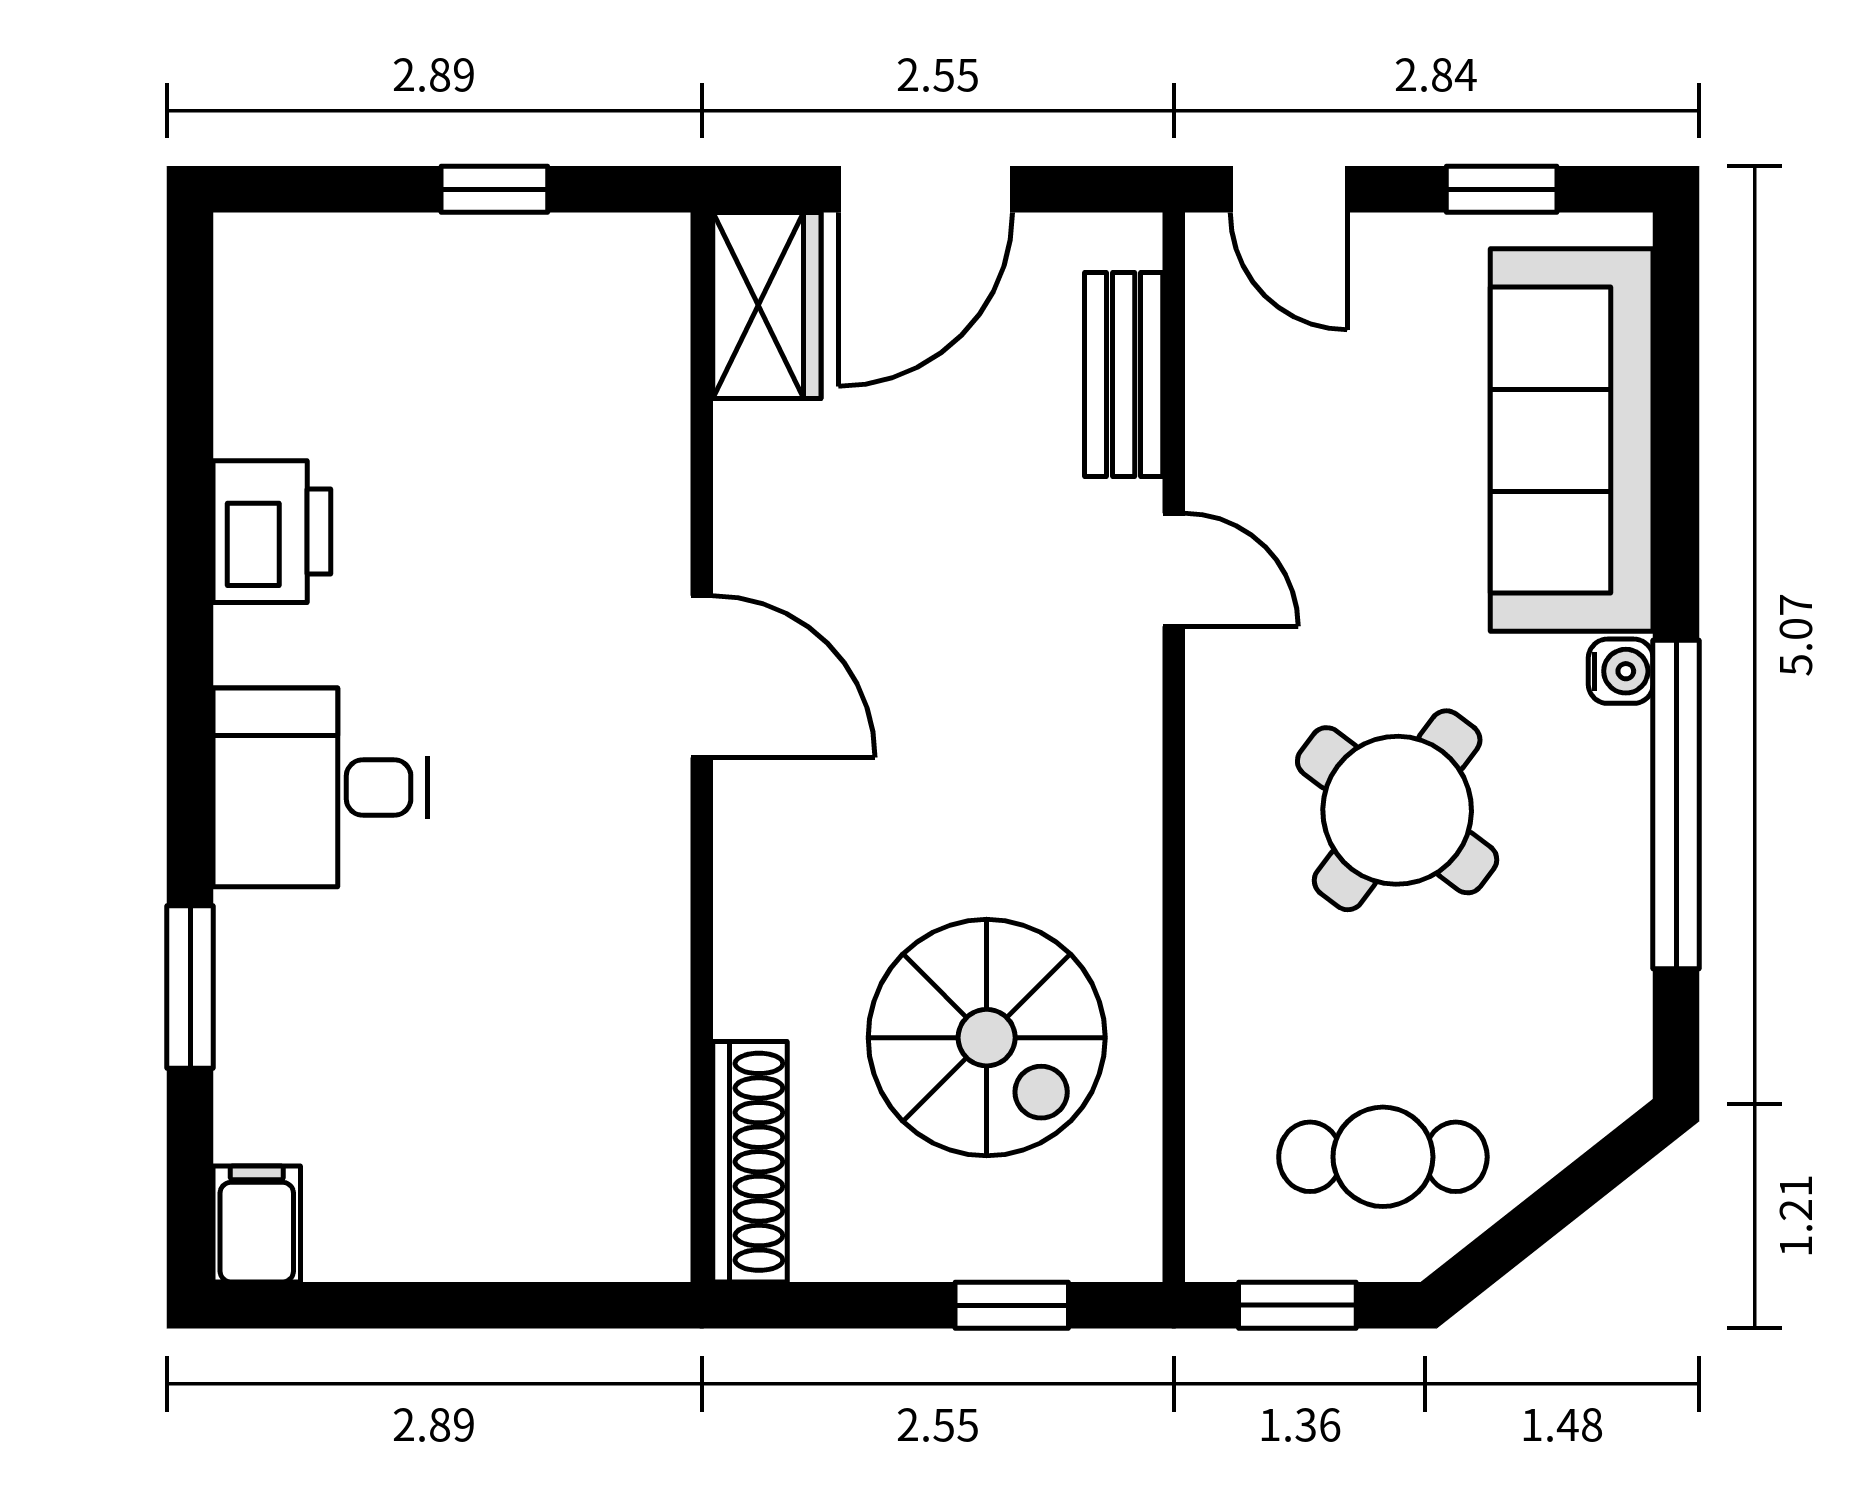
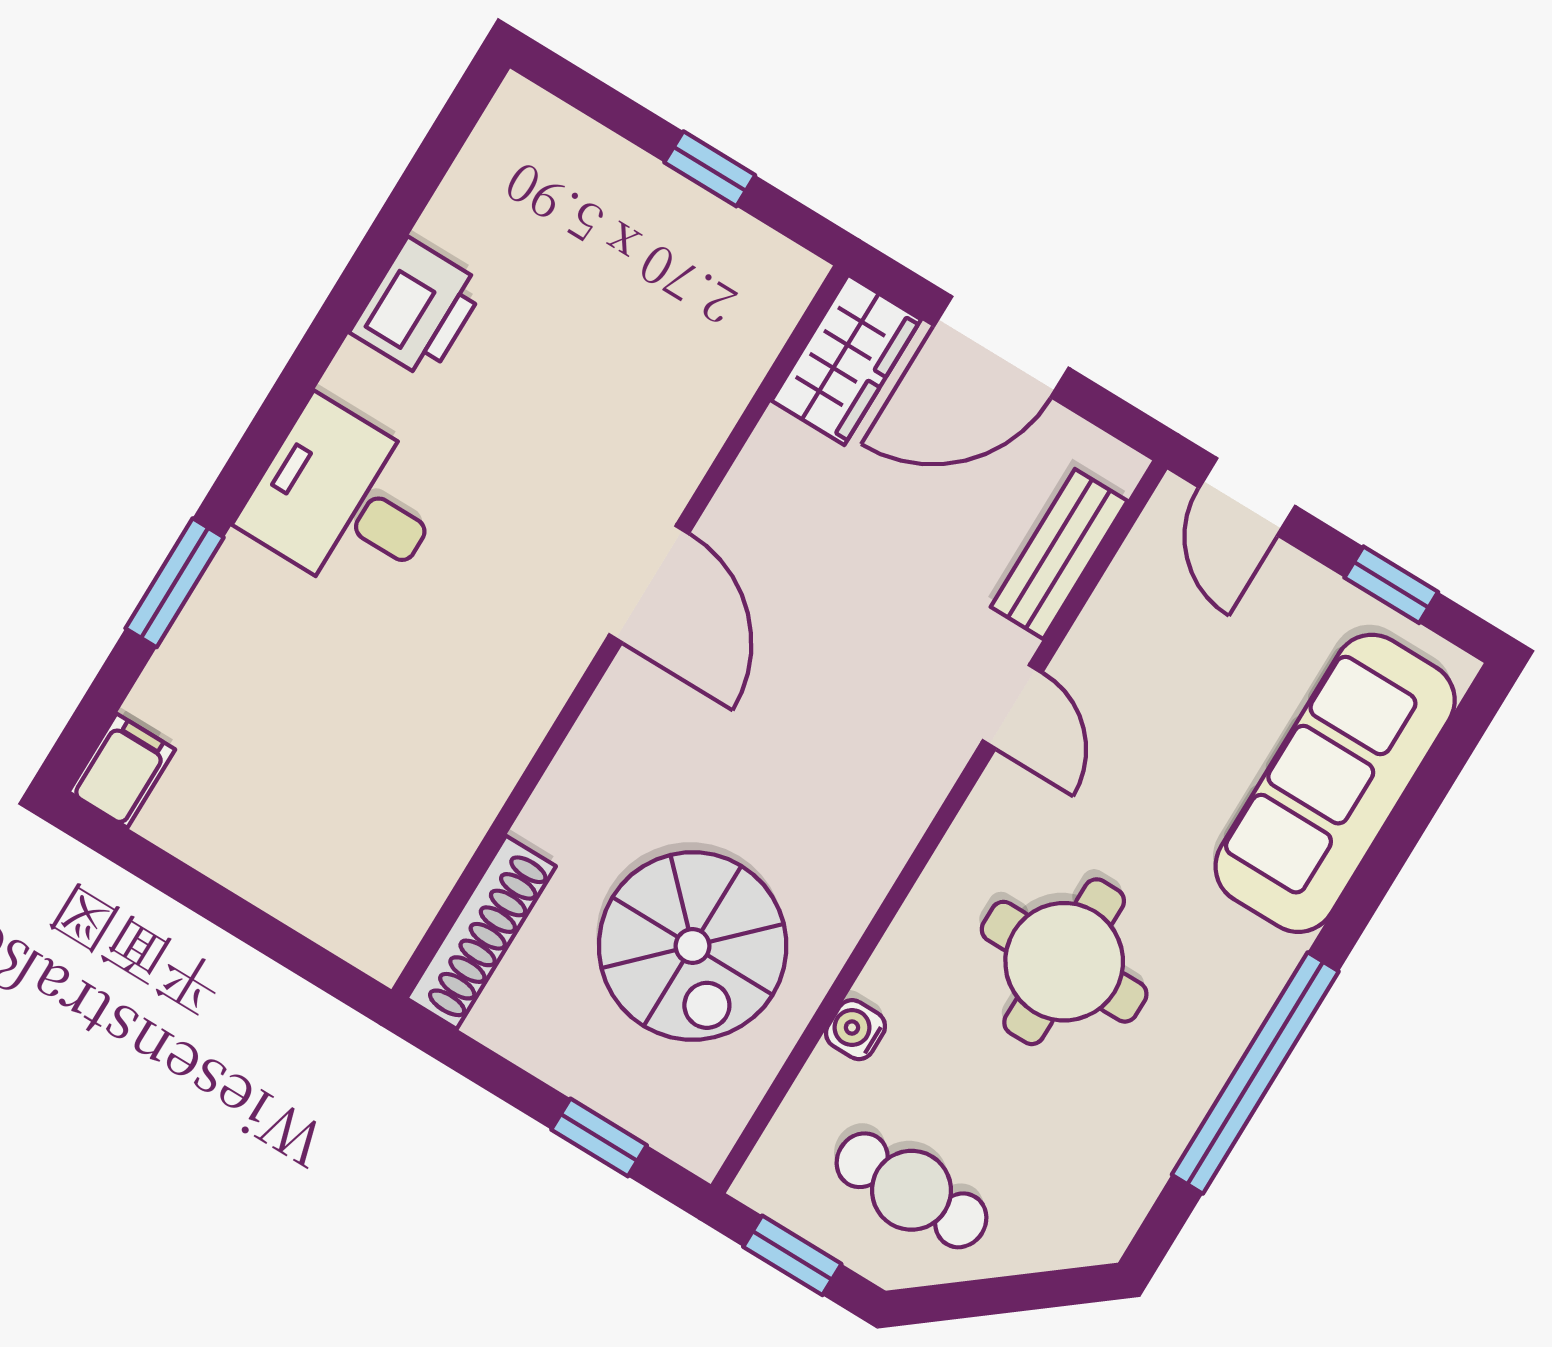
water cooler: (1621, 671) -> (855, 1030), moved, turned 180
round table: (1397, 810) -> (1064, 962), turned -37

